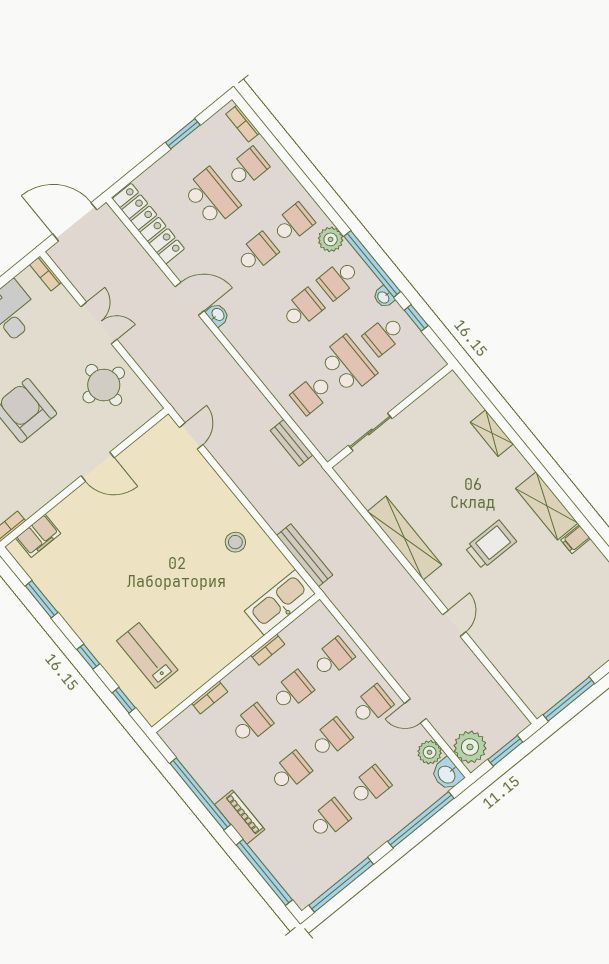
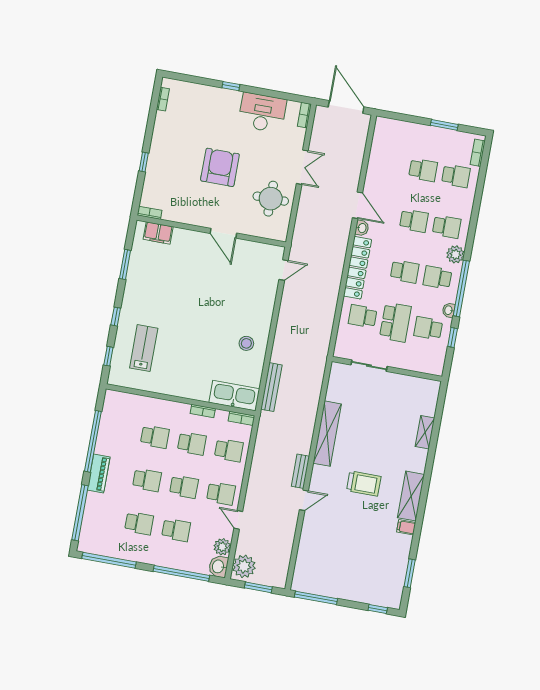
school desk: (211, 197) -> (423, 170), width x0.54
locker: (148, 224) -> (358, 268), moved
bench: (292, 443) -> (300, 471), moved
bookcase: (210, 698) -> (241, 418), moved

